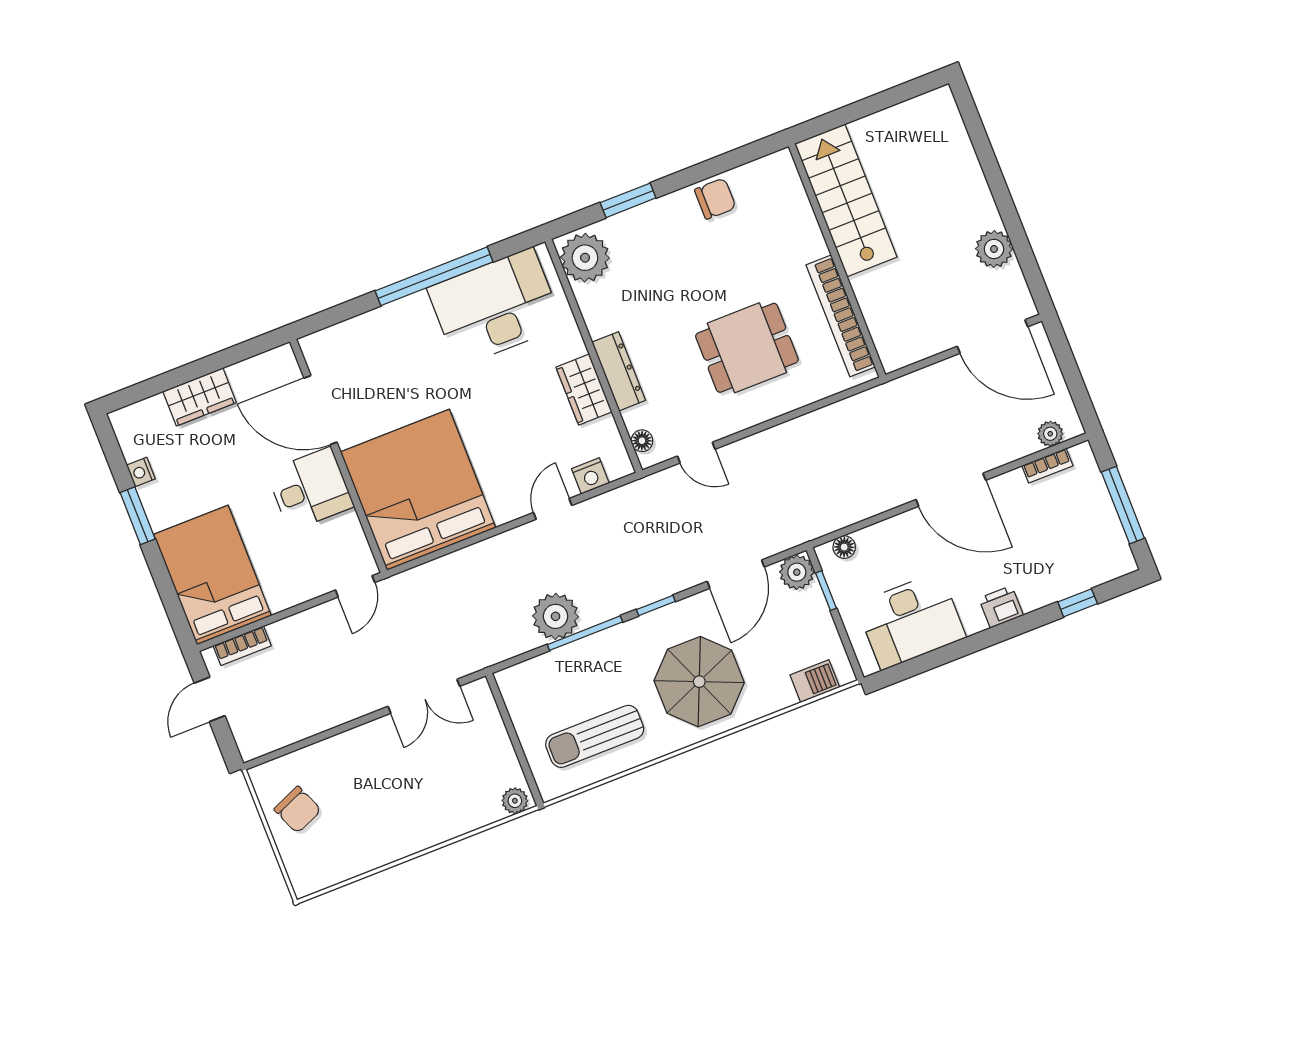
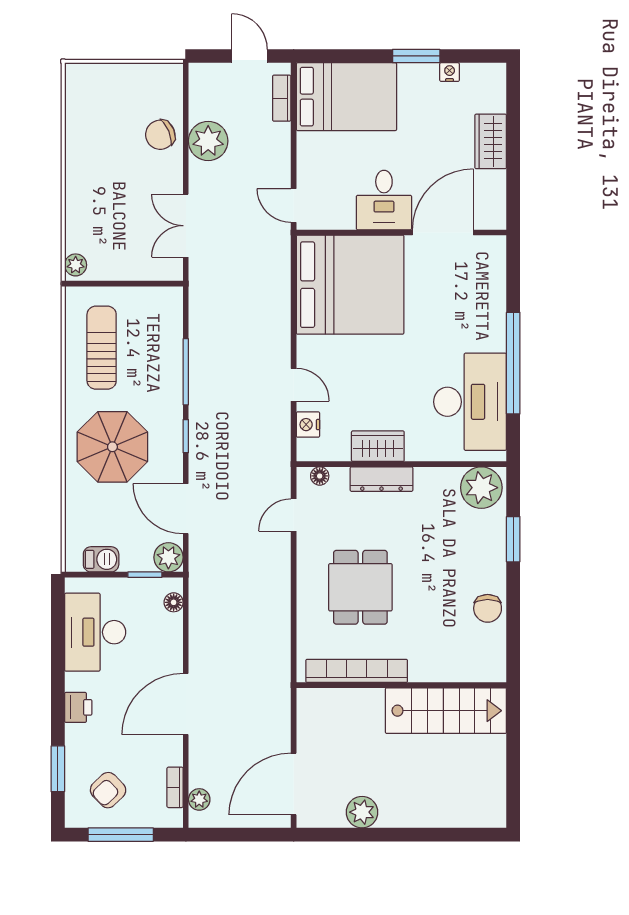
armchair: (1079, 538) -> (108, 790), added
window: (1078, 603) -> (58, 769), width x1.50
plant: (556, 616) -> (208, 141), moved
barbecue: (815, 681) -> (101, 559), moved, turned -90
chair: (298, 810) -> (160, 135), moved

